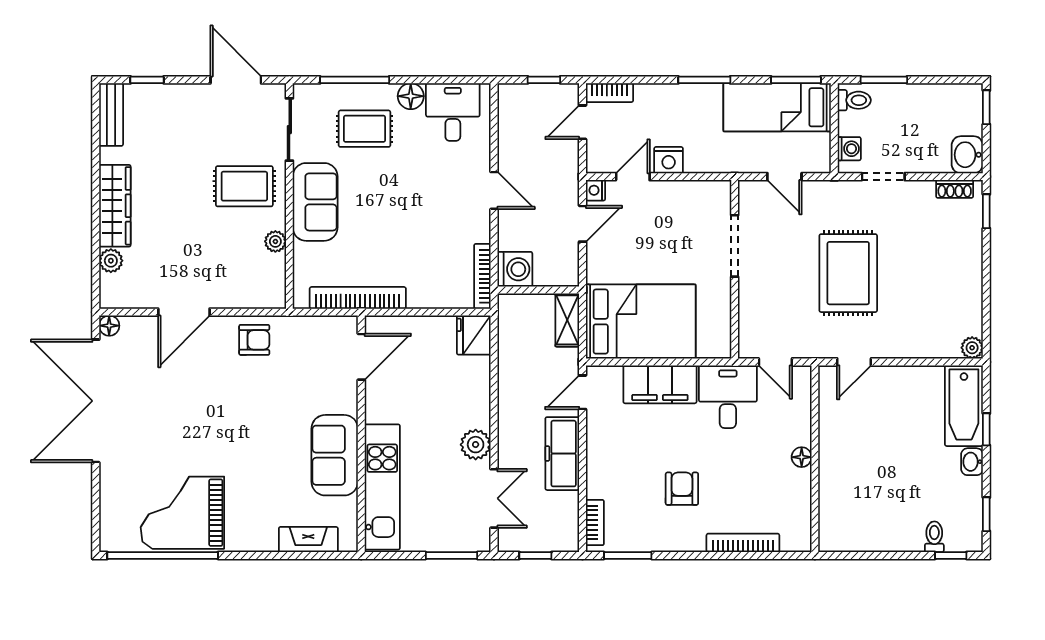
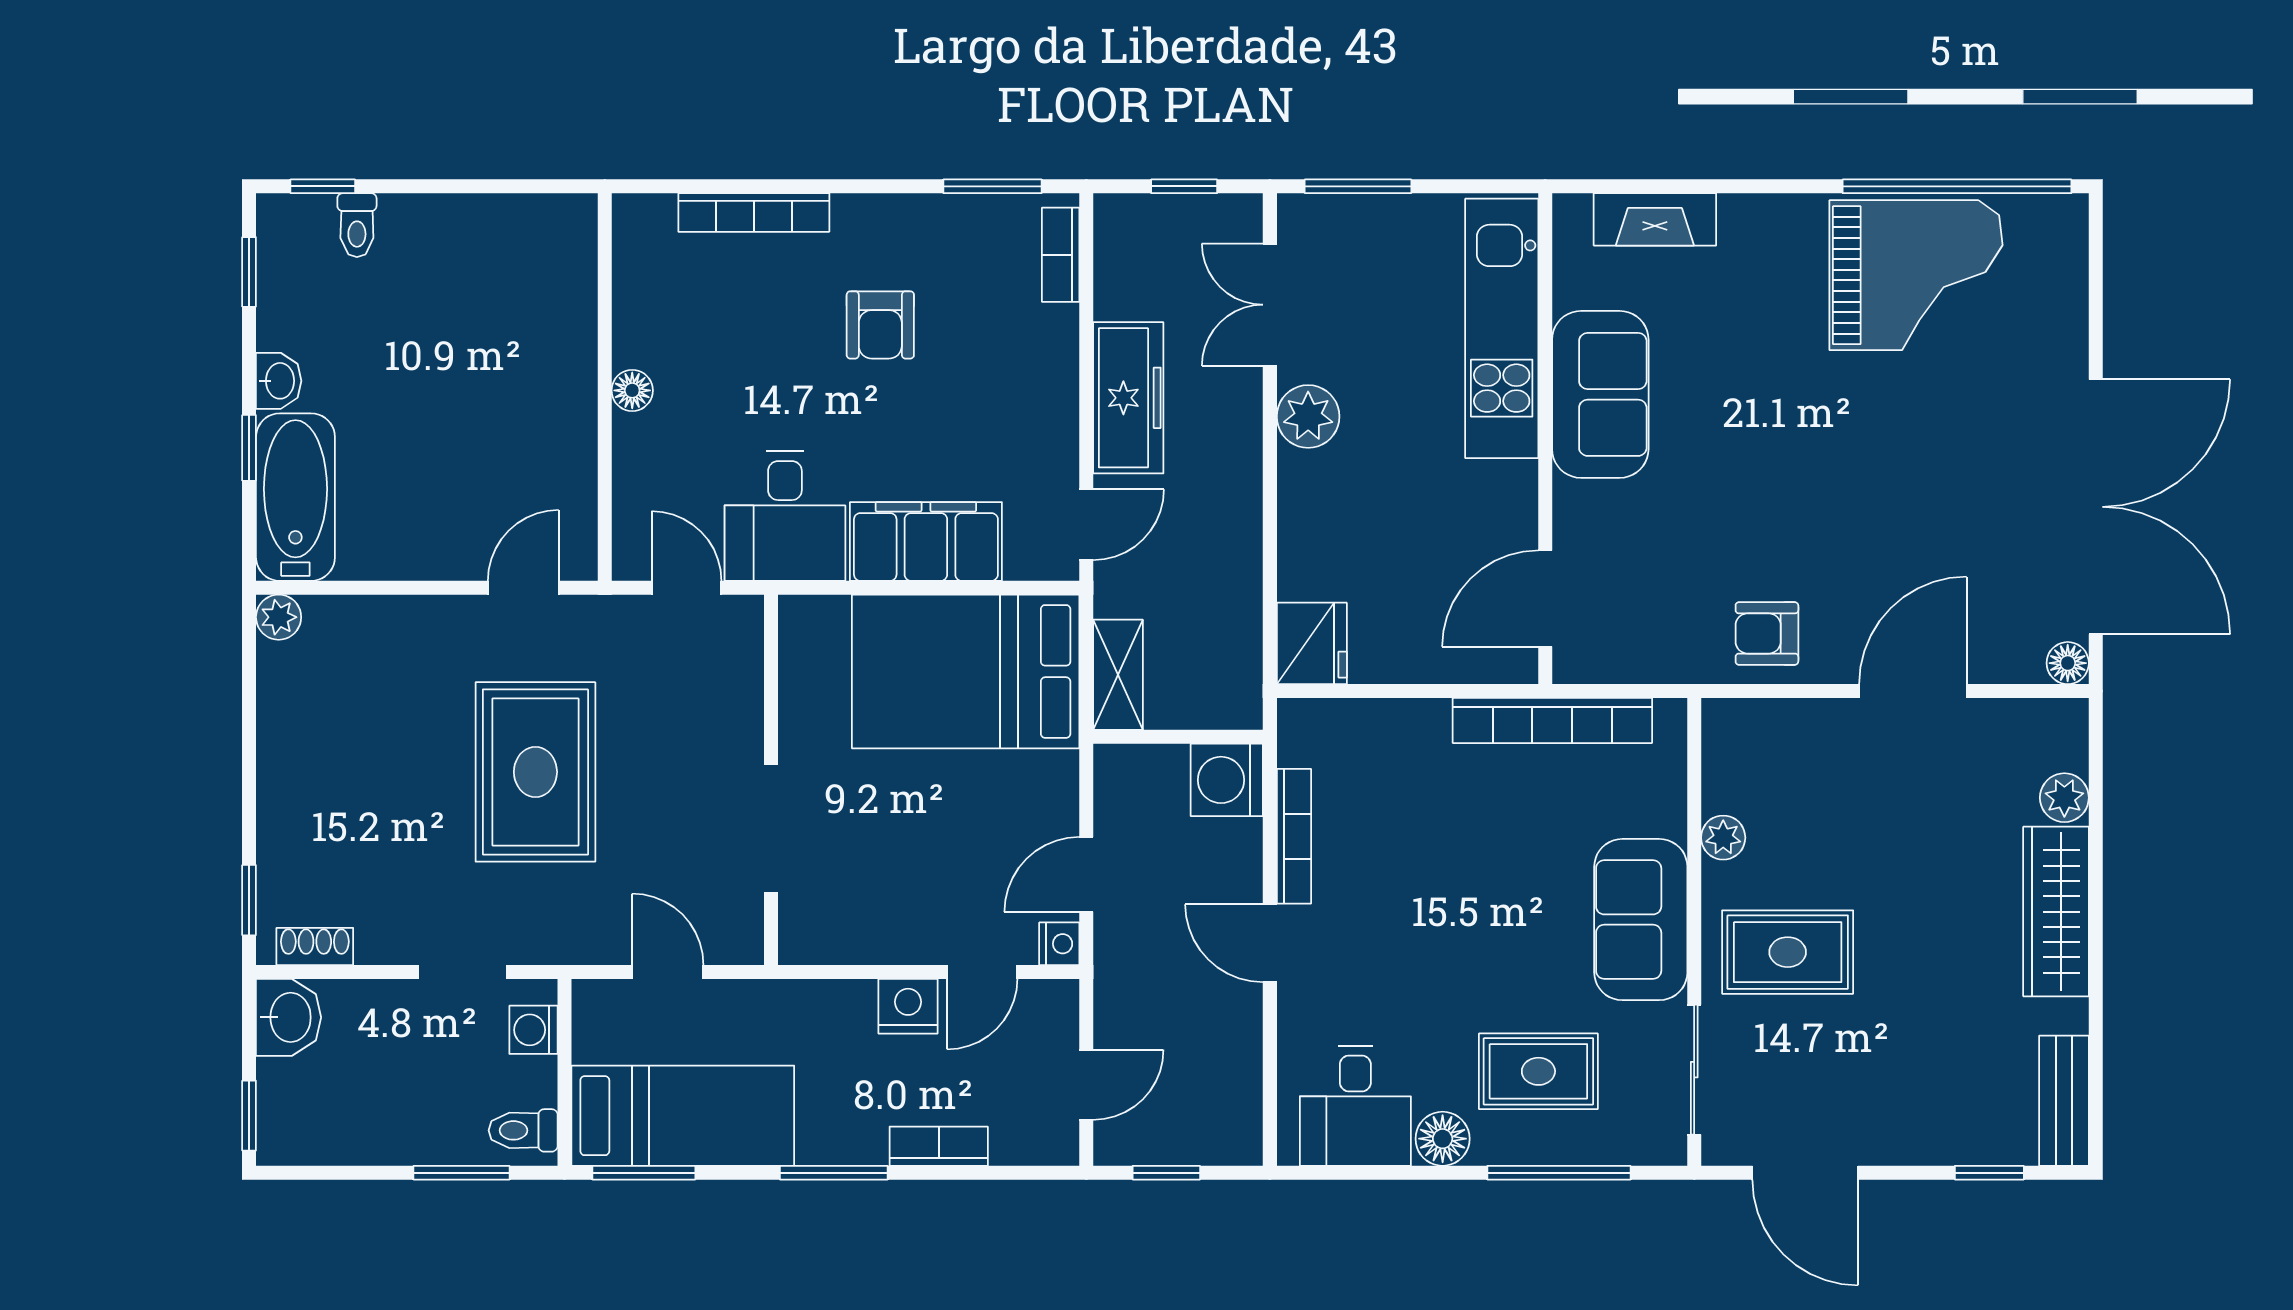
bookcase: (610, 93) -> (939, 1146), moved
bookcase: (482, 276) -> (1294, 836), moved

